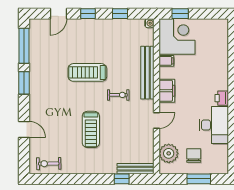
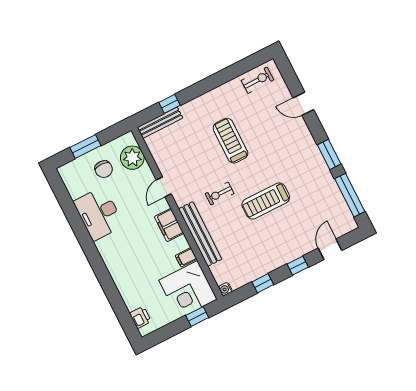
treadmill: (87, 72) -> (266, 201), turned 180
printer: (222, 98) -> (140, 317), moved

